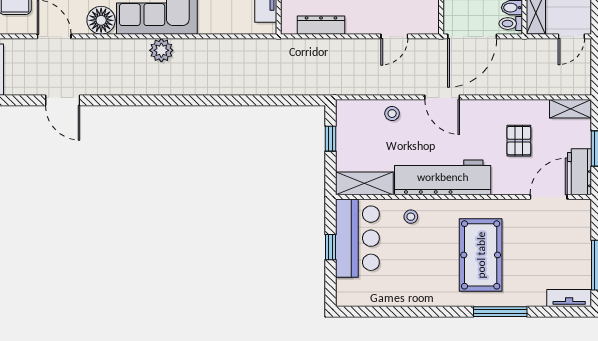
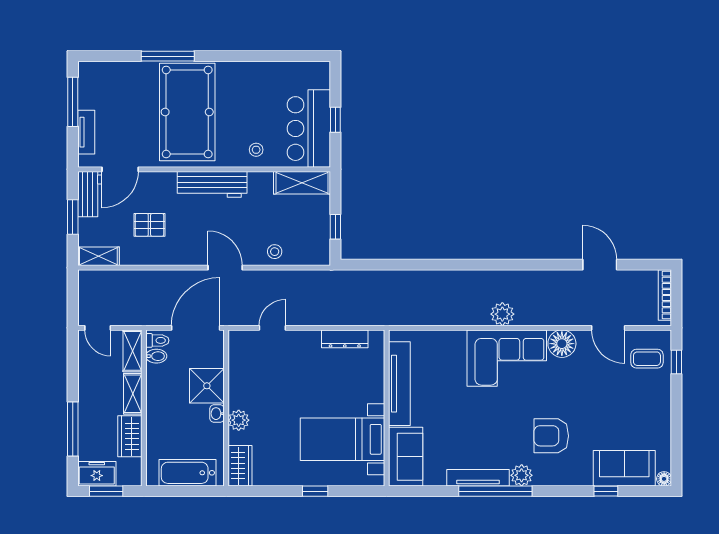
door: (571, 36) -> (98, 328), swing flipped
pallet: (519, 141) -> (149, 225), turned 90
workbench: (443, 177) -> (212, 184), width x0.73, depth x0.76
pool table: (481, 255) -> (187, 112), width x1.36, depth x1.32
tv unit: (569, 298) -> (86, 132), moved, turned -90

